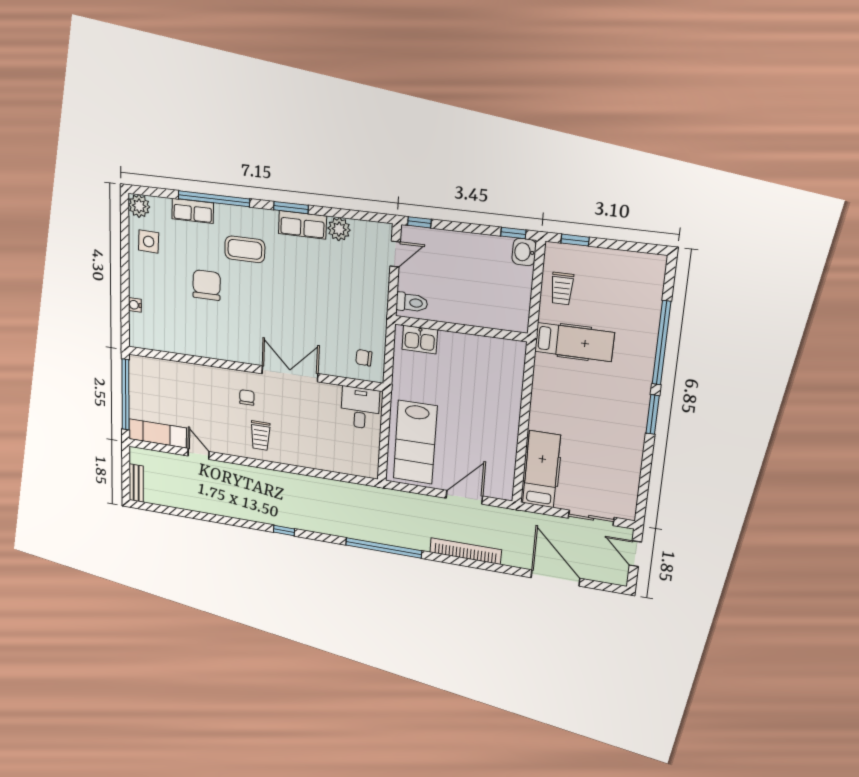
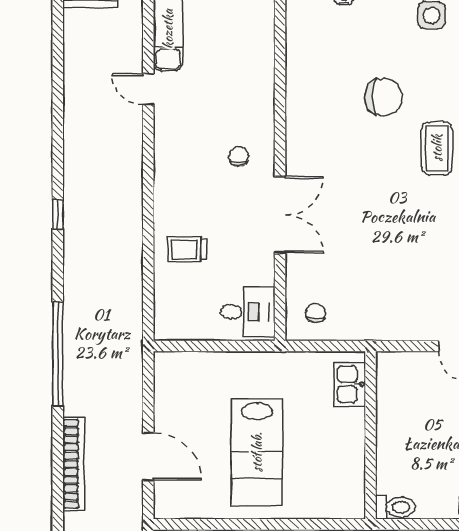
toilet: (412, 303) -> (395, 507), moved, turned -90
chair: (247, 397) -> (239, 156), turned -90
trolley: (260, 436) -> (187, 249), moved
lab bench: (415, 442) -> (257, 452), moved, turned -90
door: (199, 454) -> (148, 89), swing flipped

